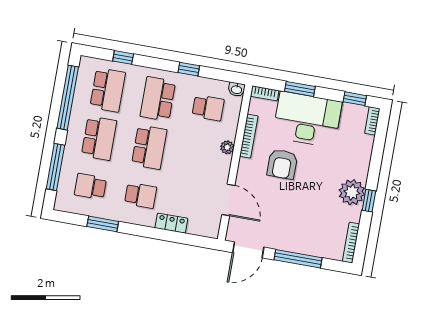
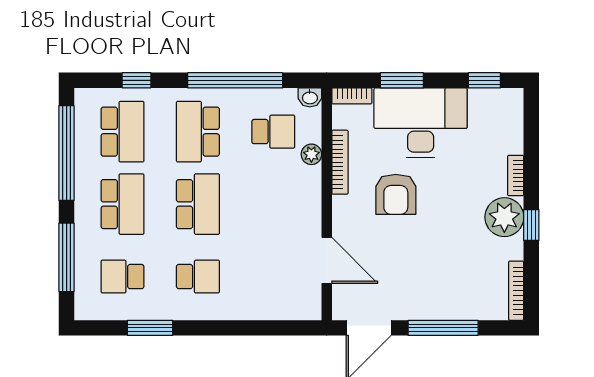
window: (189, 69) -> (235, 80), width x3.17
bookcase: (372, 121) -> (516, 176), moved
plant: (227, 147) -> (311, 154), moved
locker: (171, 223) -> (250, 309), removed

